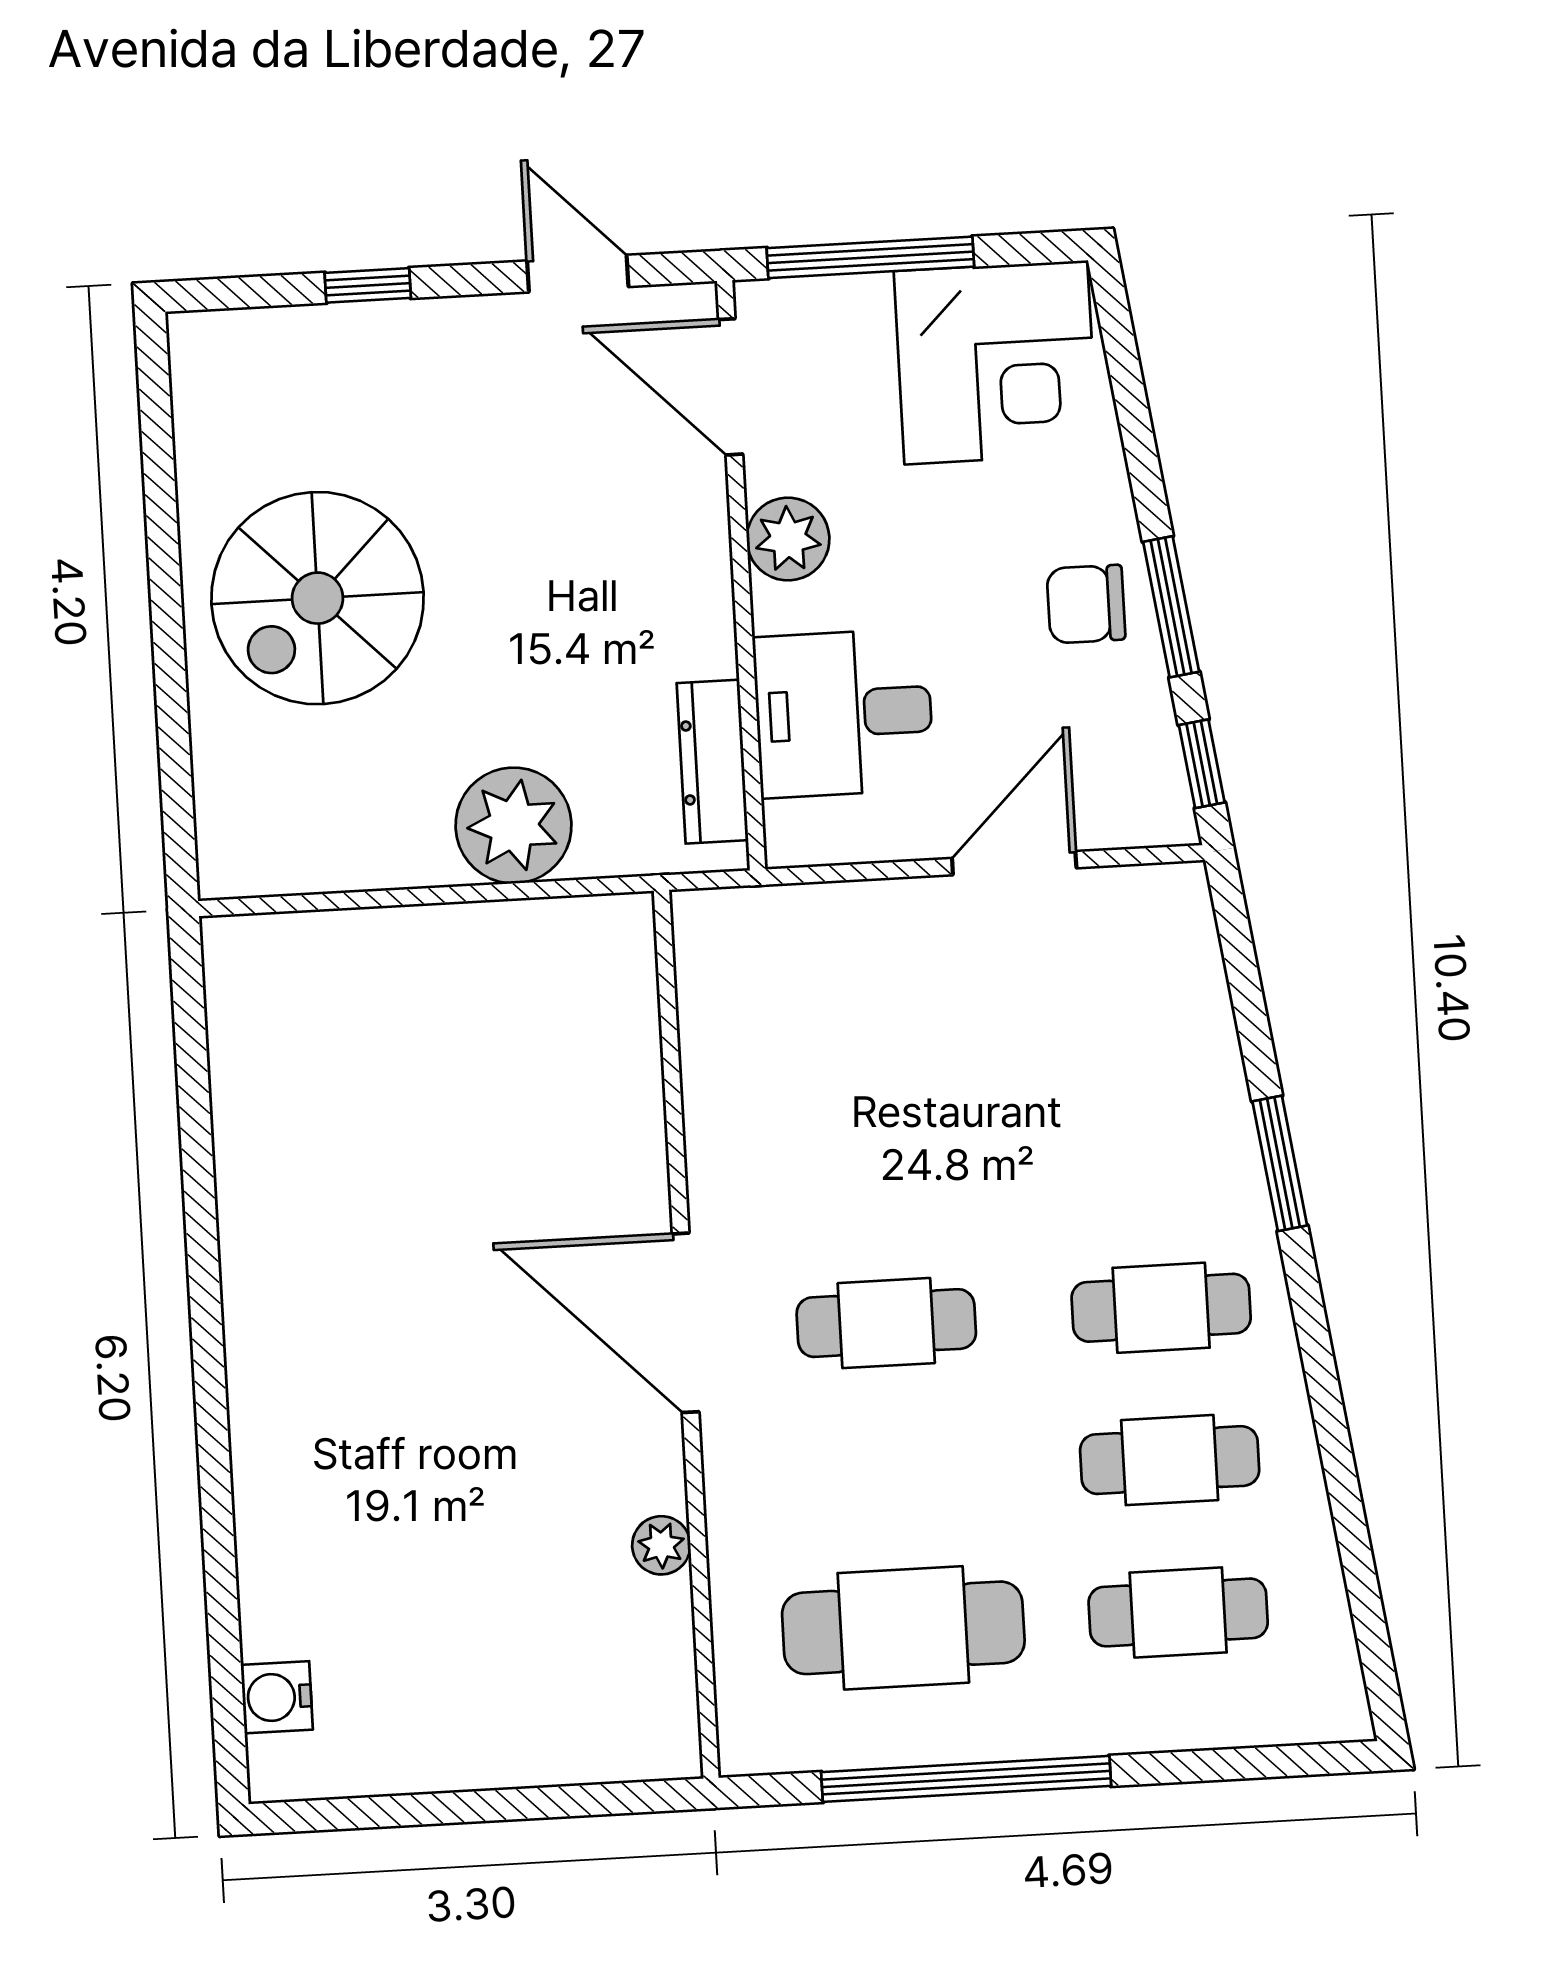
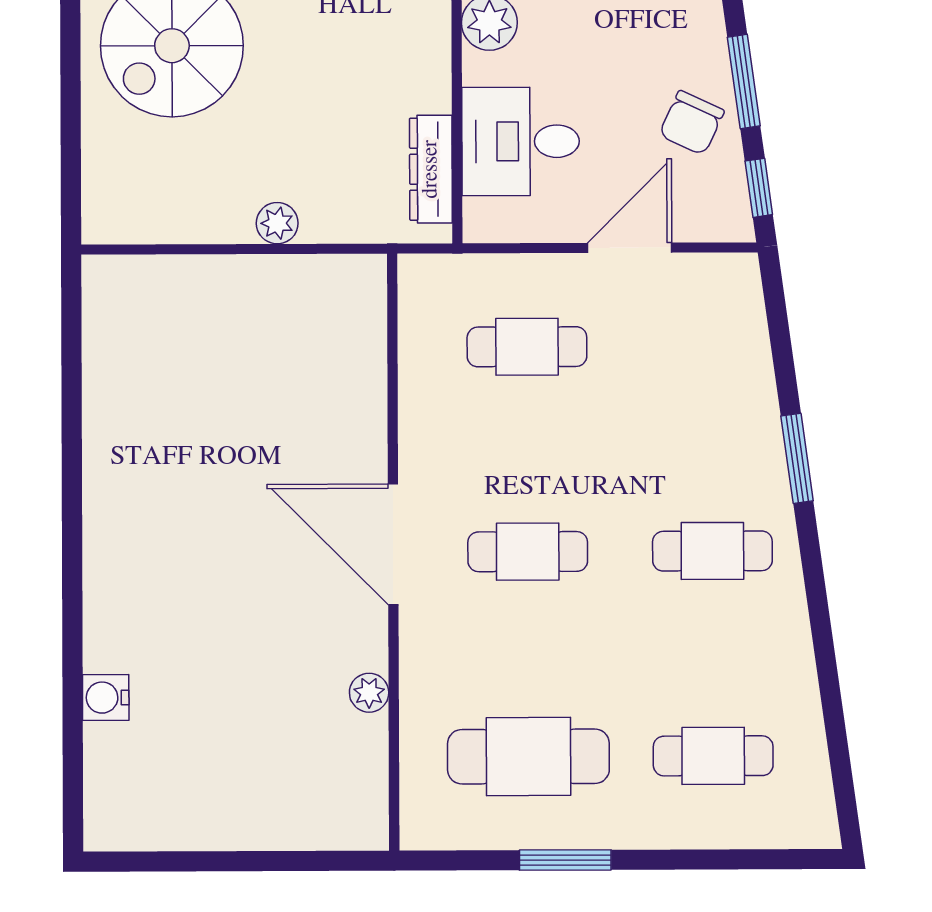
chair: (1086, 604) -> (692, 123), moved, turned -65
plant: (513, 825) -> (277, 223), width x0.53, depth x0.53
cafe table: (1170, 1460) -> (527, 347), moved
water cooler: (277, 1697) -> (106, 698), moved
window: (966, 1779) -> (565, 860), width x0.47

